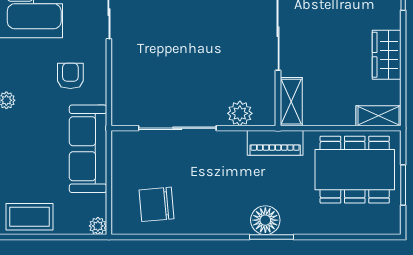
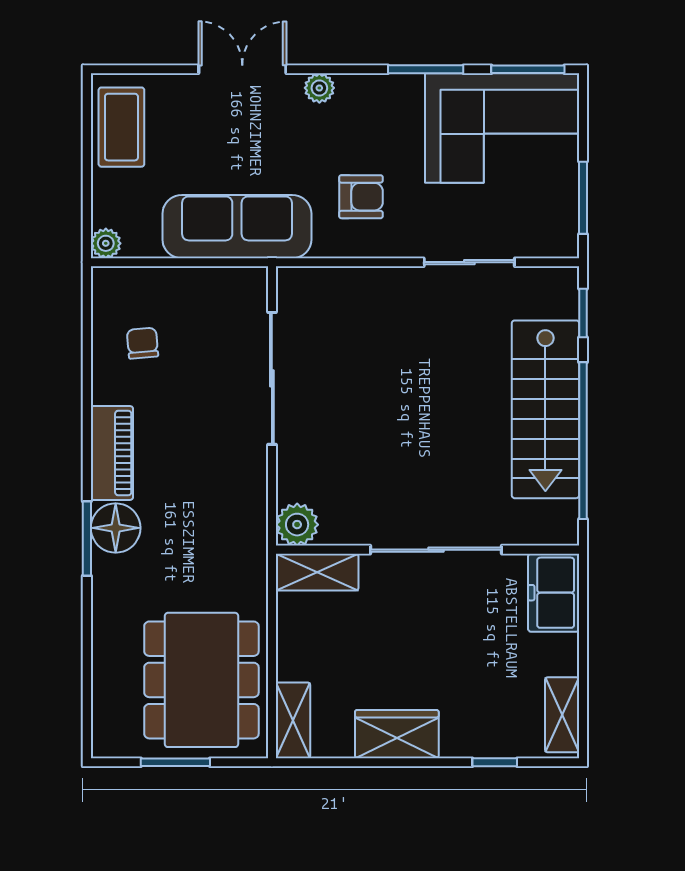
plant: (240, 113) -> (297, 525), moved
piano: (275, 143) -> (112, 453), moved, turned 180
chair: (157, 204) -> (142, 343), width x0.54, depth x0.54

